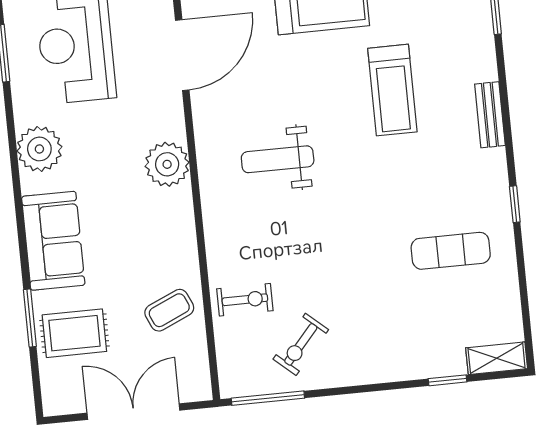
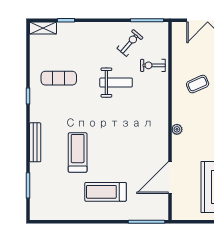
bench: (490, 115) -> (35, 142), width x1.36
weight bench: (278, 159) -> (116, 83), moved
plant: (167, 164) -> (177, 129), width x0.53, depth x0.53
coffee table: (169, 310) -> (198, 84), moved

